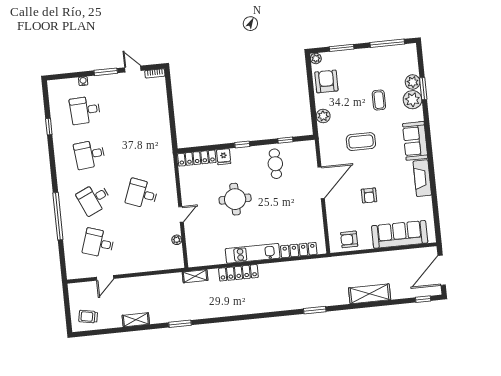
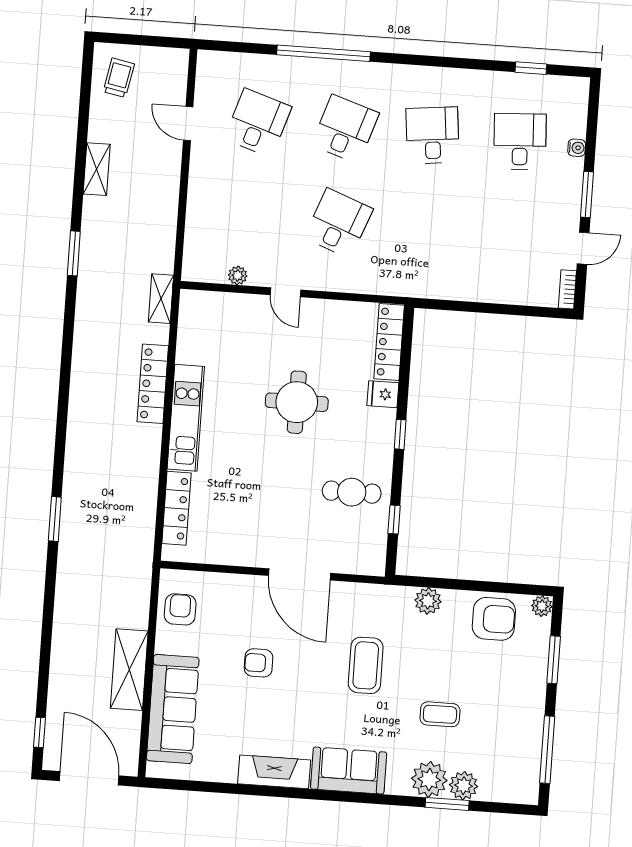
window: (49, 127) -> (531, 68), moved
desk: (94, 199) -> (345, 129), turned 42
shelving: (370, 294) -> (129, 670), moved

